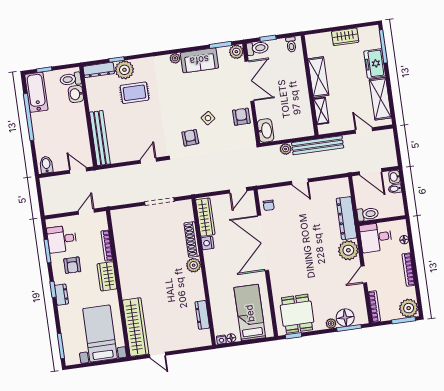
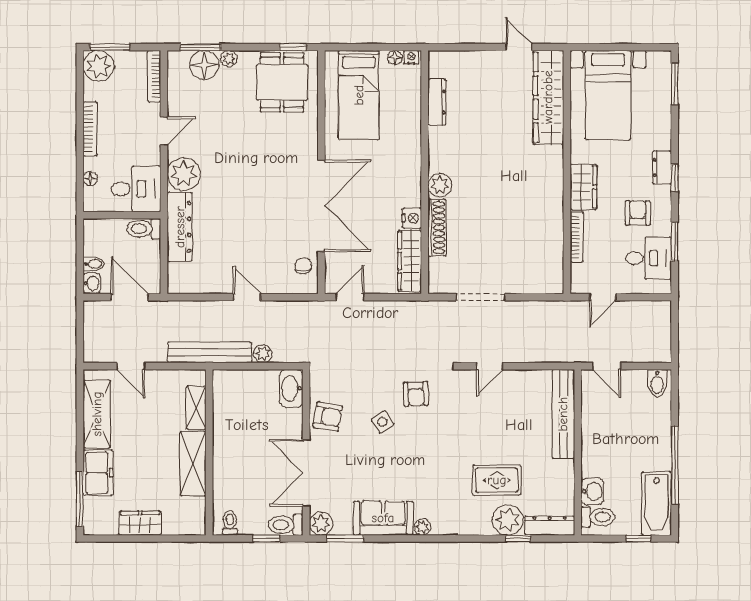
armchair: (241, 117) -> (328, 417), turned -80

